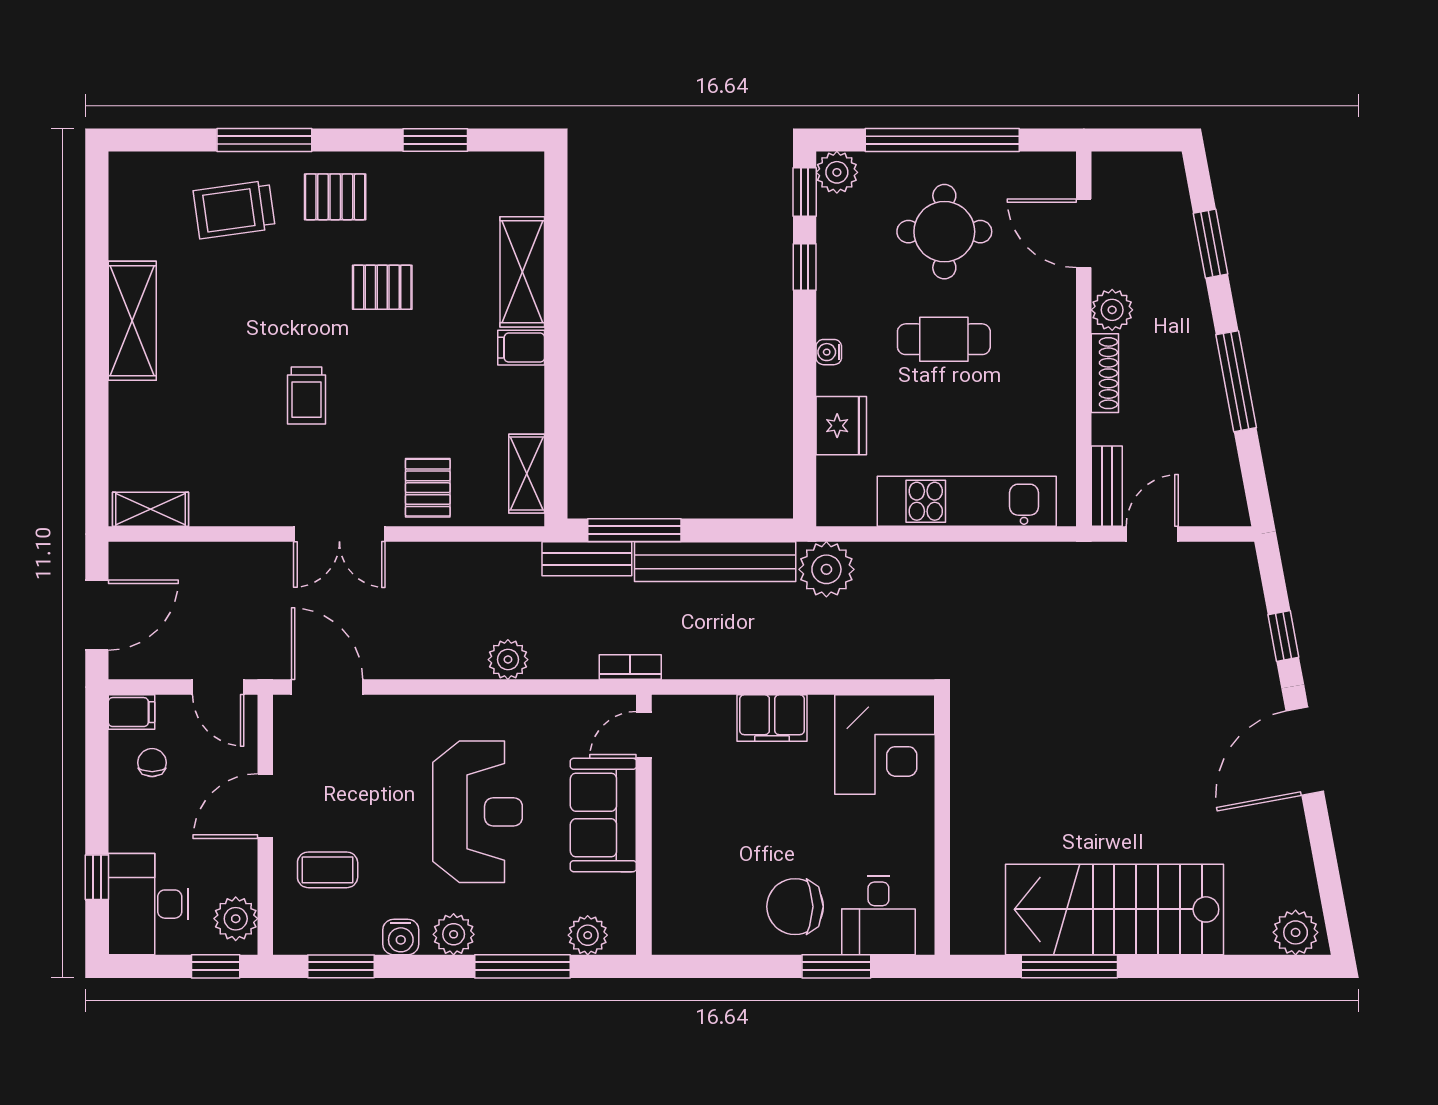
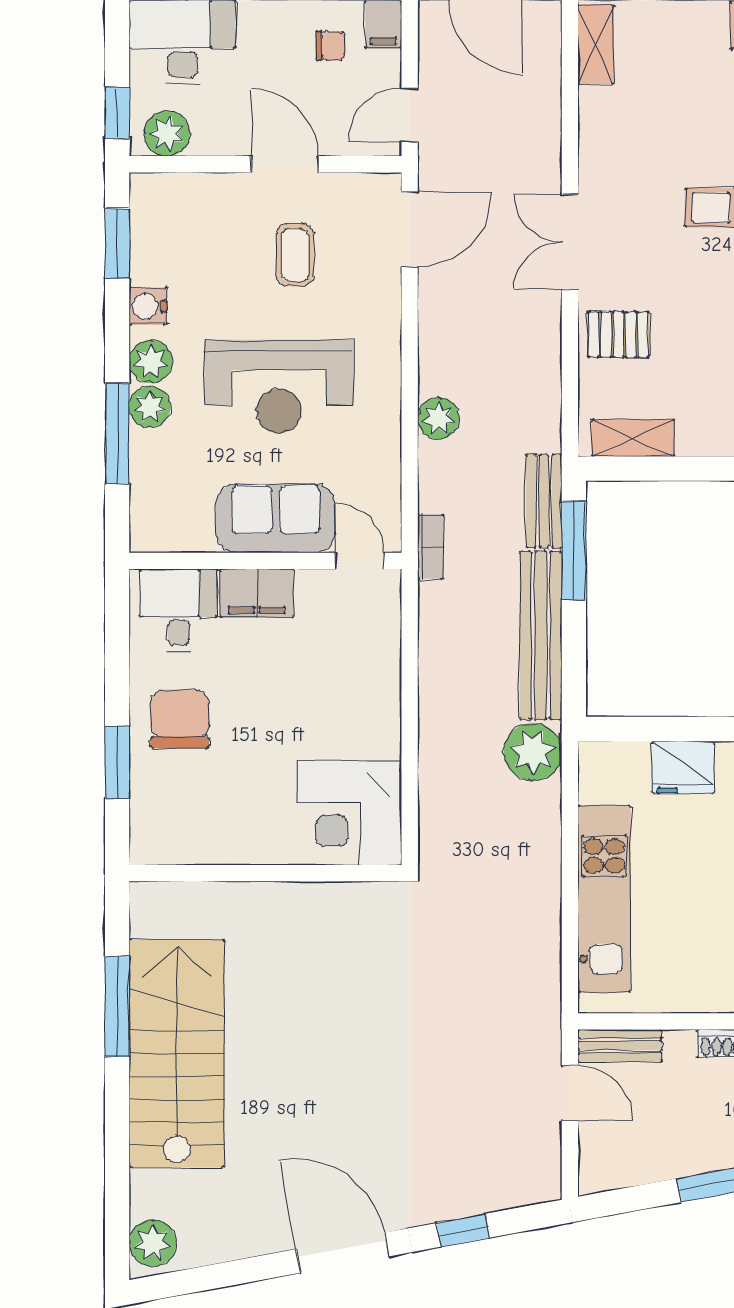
filing cabinet: (772, 718) -> (257, 593), moved, turned -90
coffee table: (328, 870) -> (295, 255), moved
desk: (878, 915) -> (179, 610), moved, turned 90
plant: (588, 935) -> (150, 407), moved

